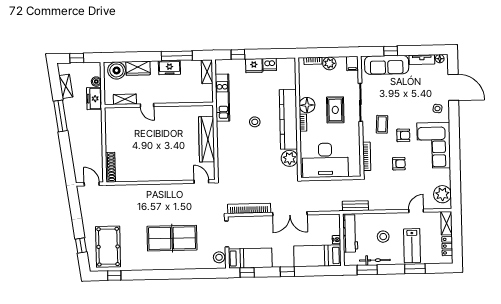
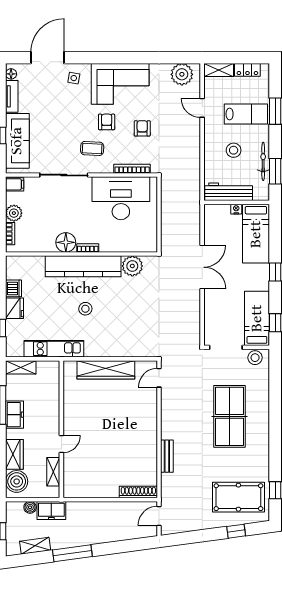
rug: (335, 110) -> (73, 207), removed
desk: (325, 160) -> (121, 198), moved, turned -90
bench: (355, 206) -> (167, 456), moved
bookcase: (249, 208) -> (194, 318), removed

